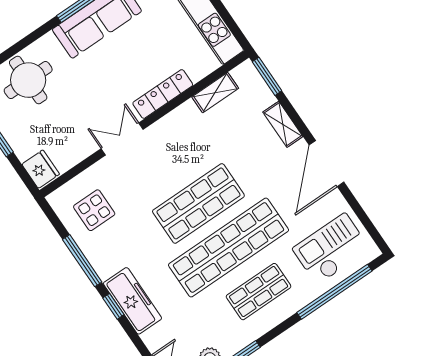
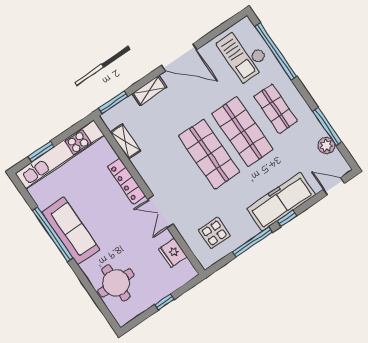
fridge: (41, 169) -> (173, 253), moved, turned -90
shop shelf: (229, 248) -> (242, 131), width x0.71
freezer: (132, 301) -> (281, 202), width x1.36, depth x1.26

